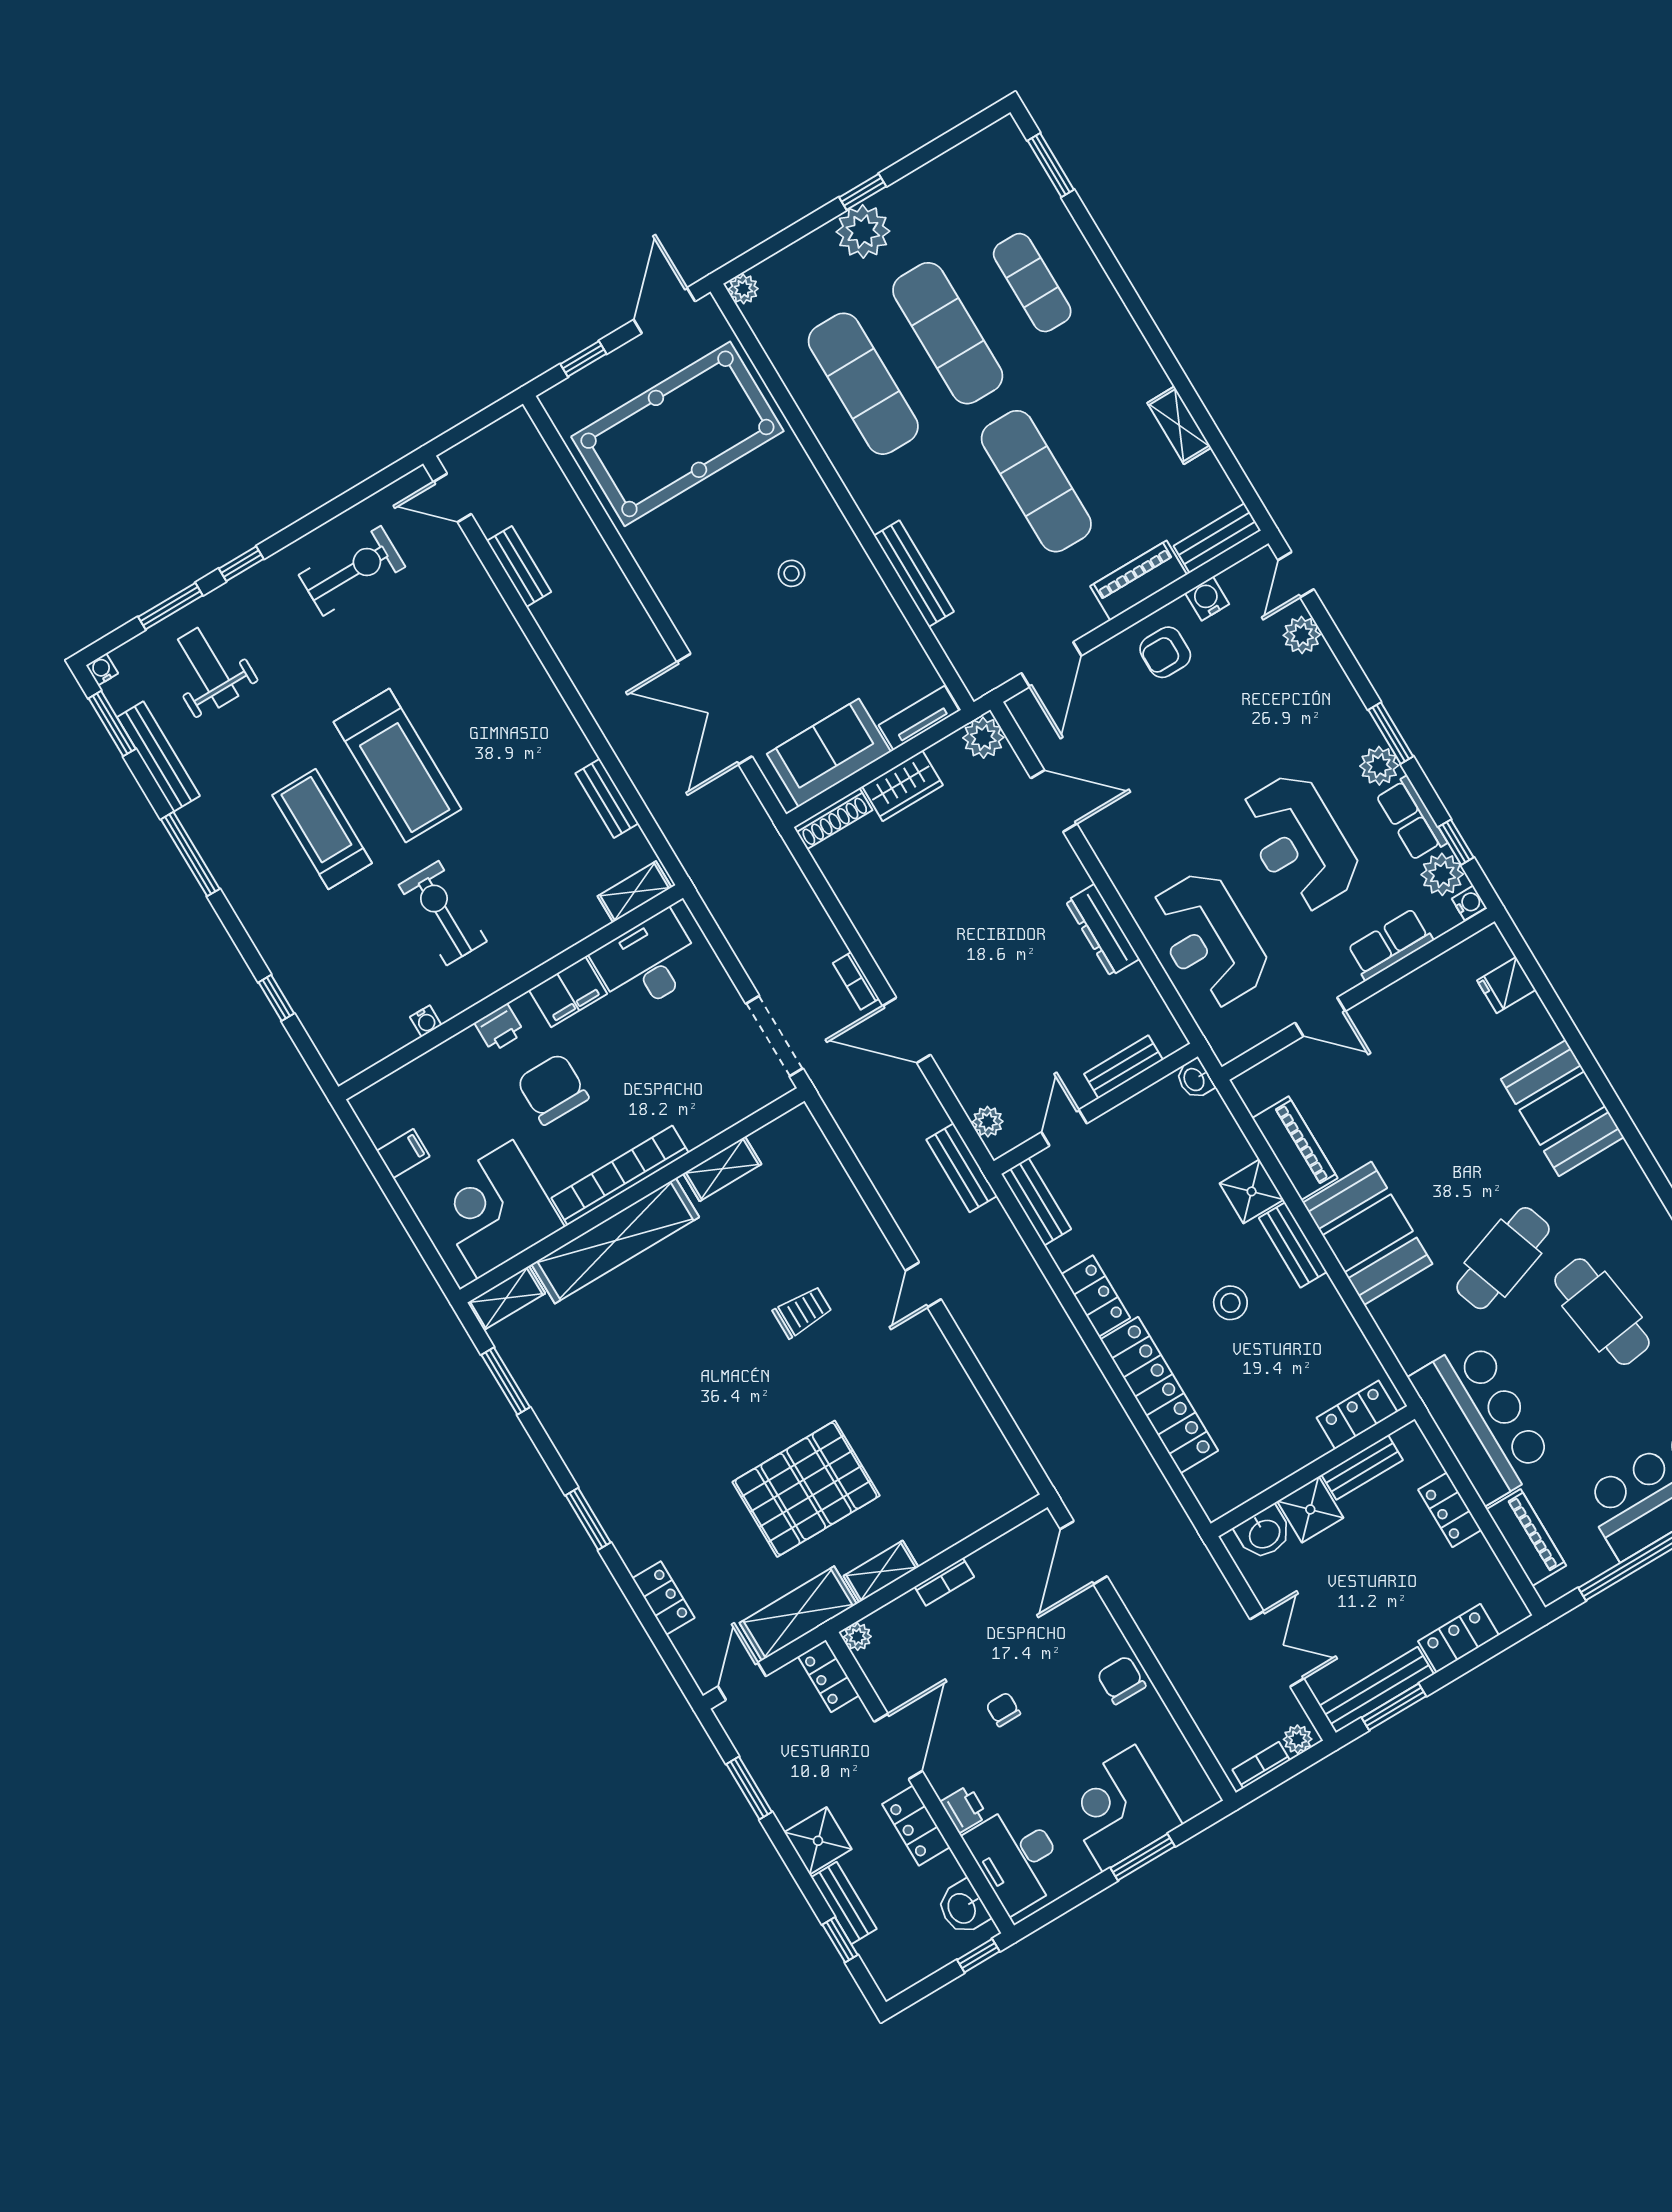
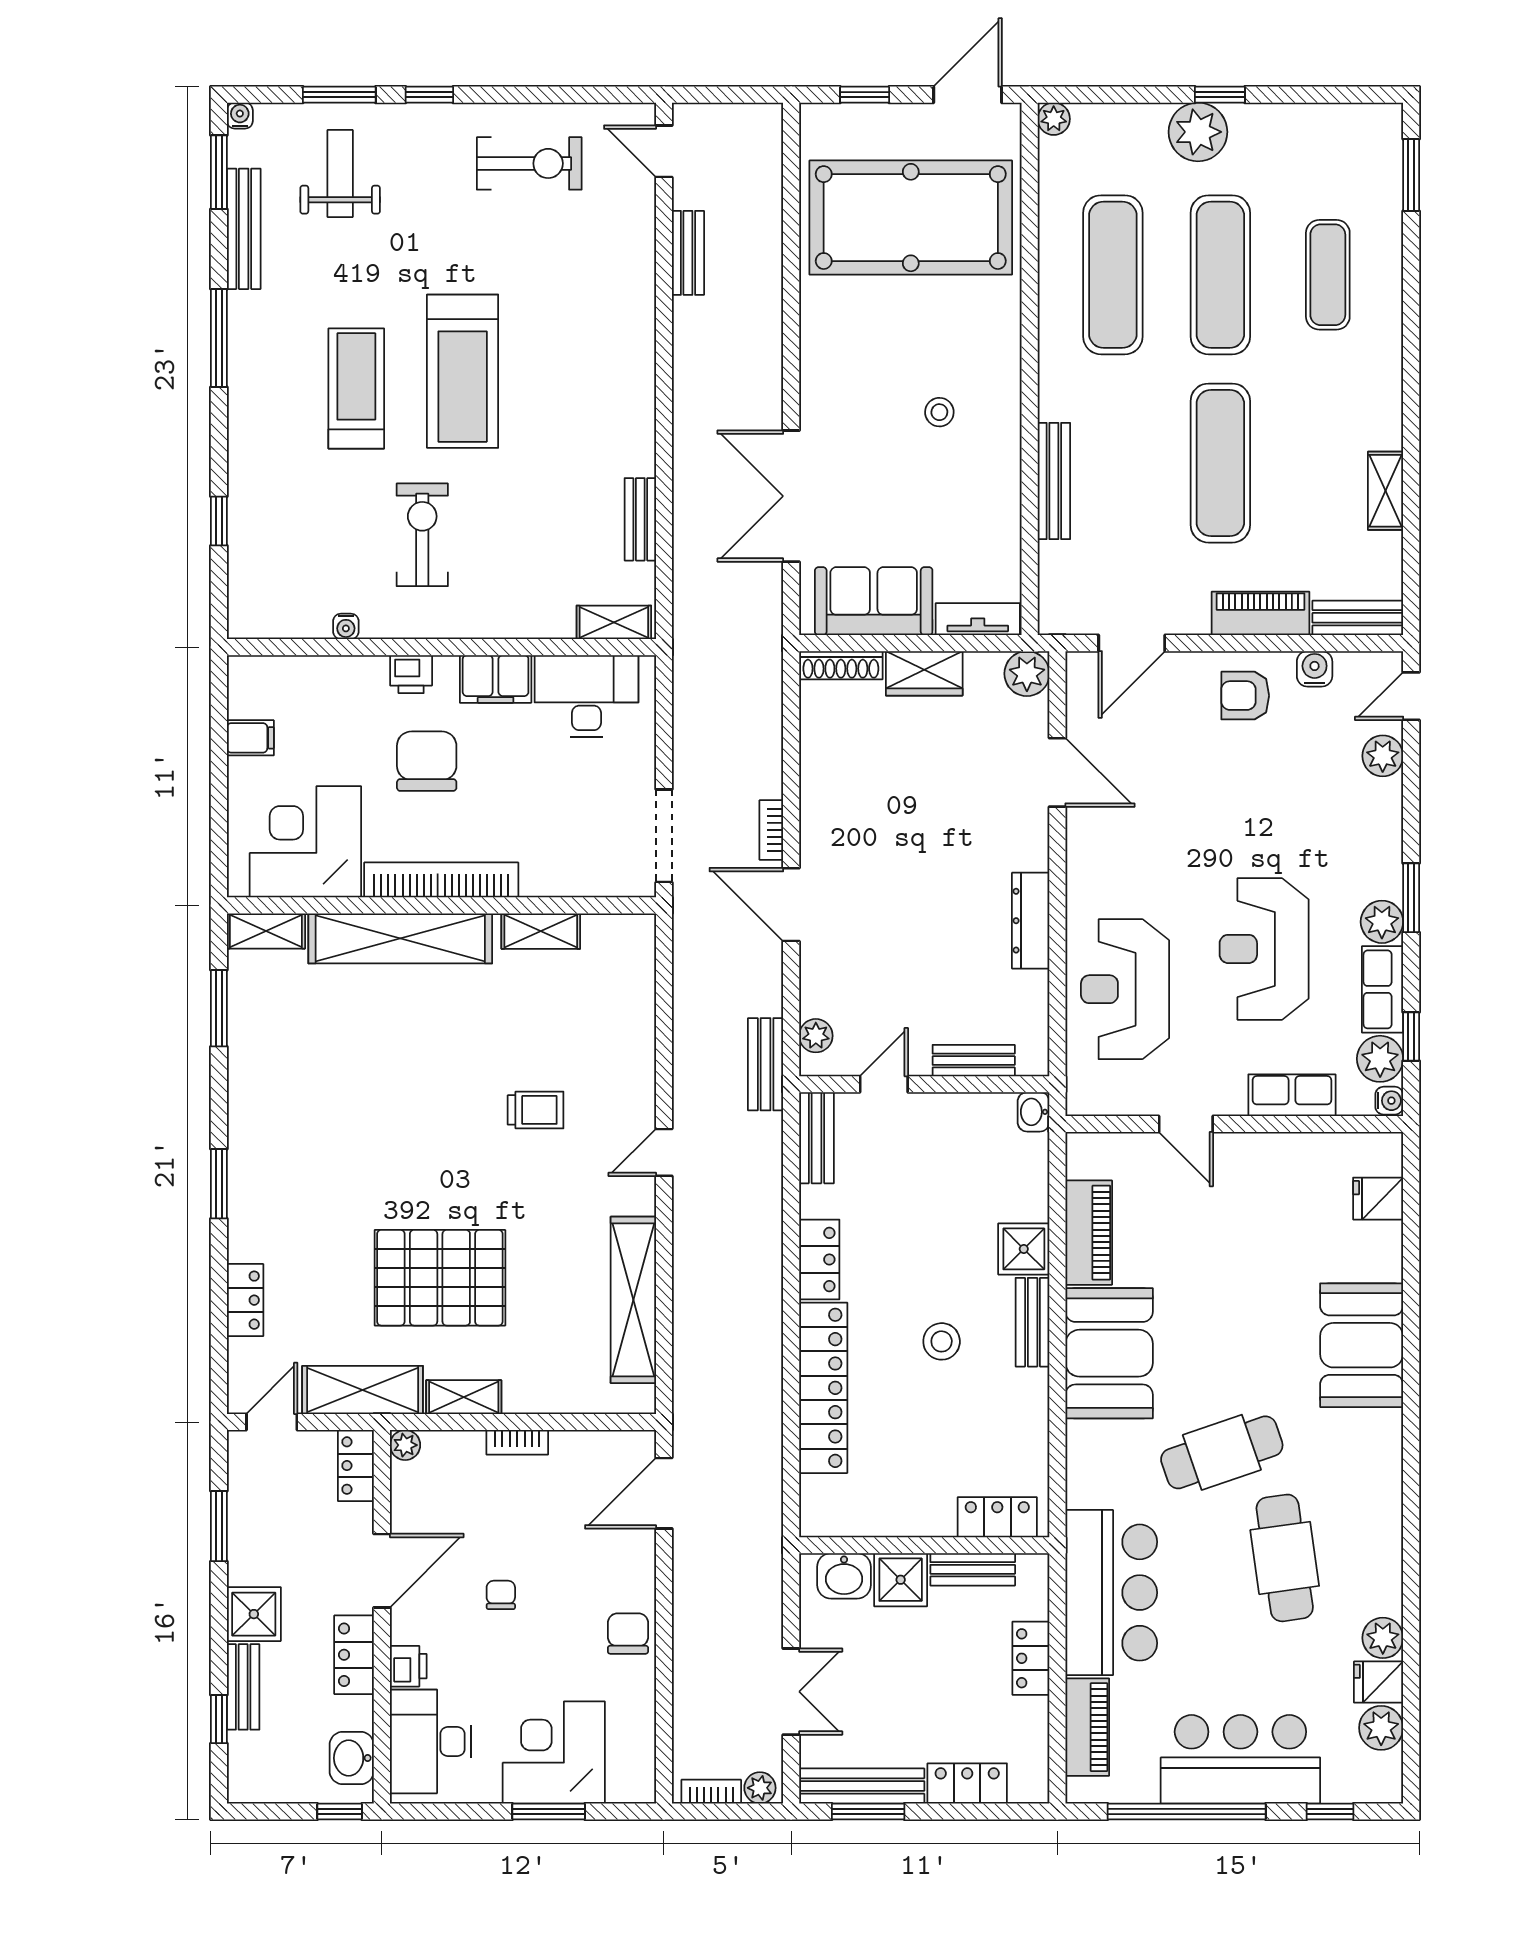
shelving: (969, 1415) -> (633, 1300), added

